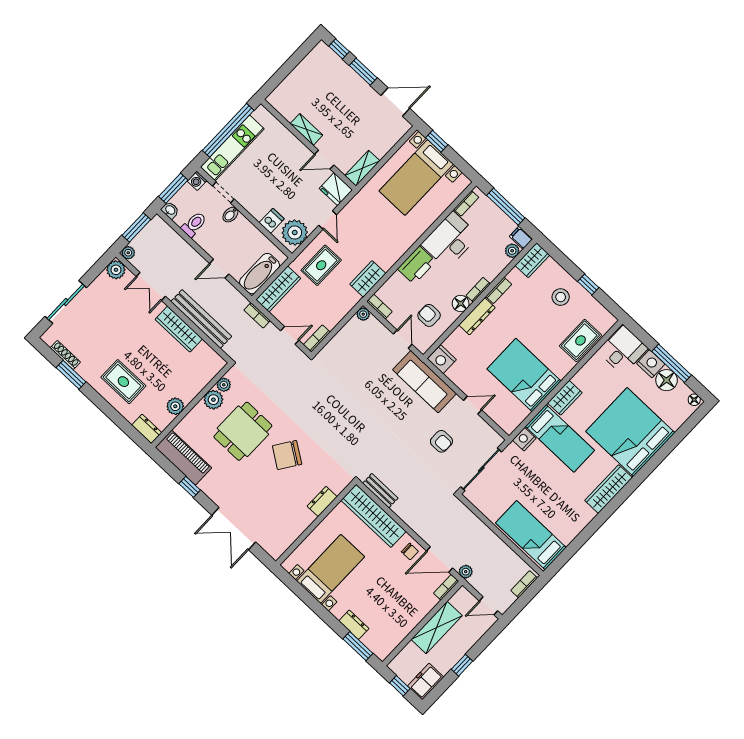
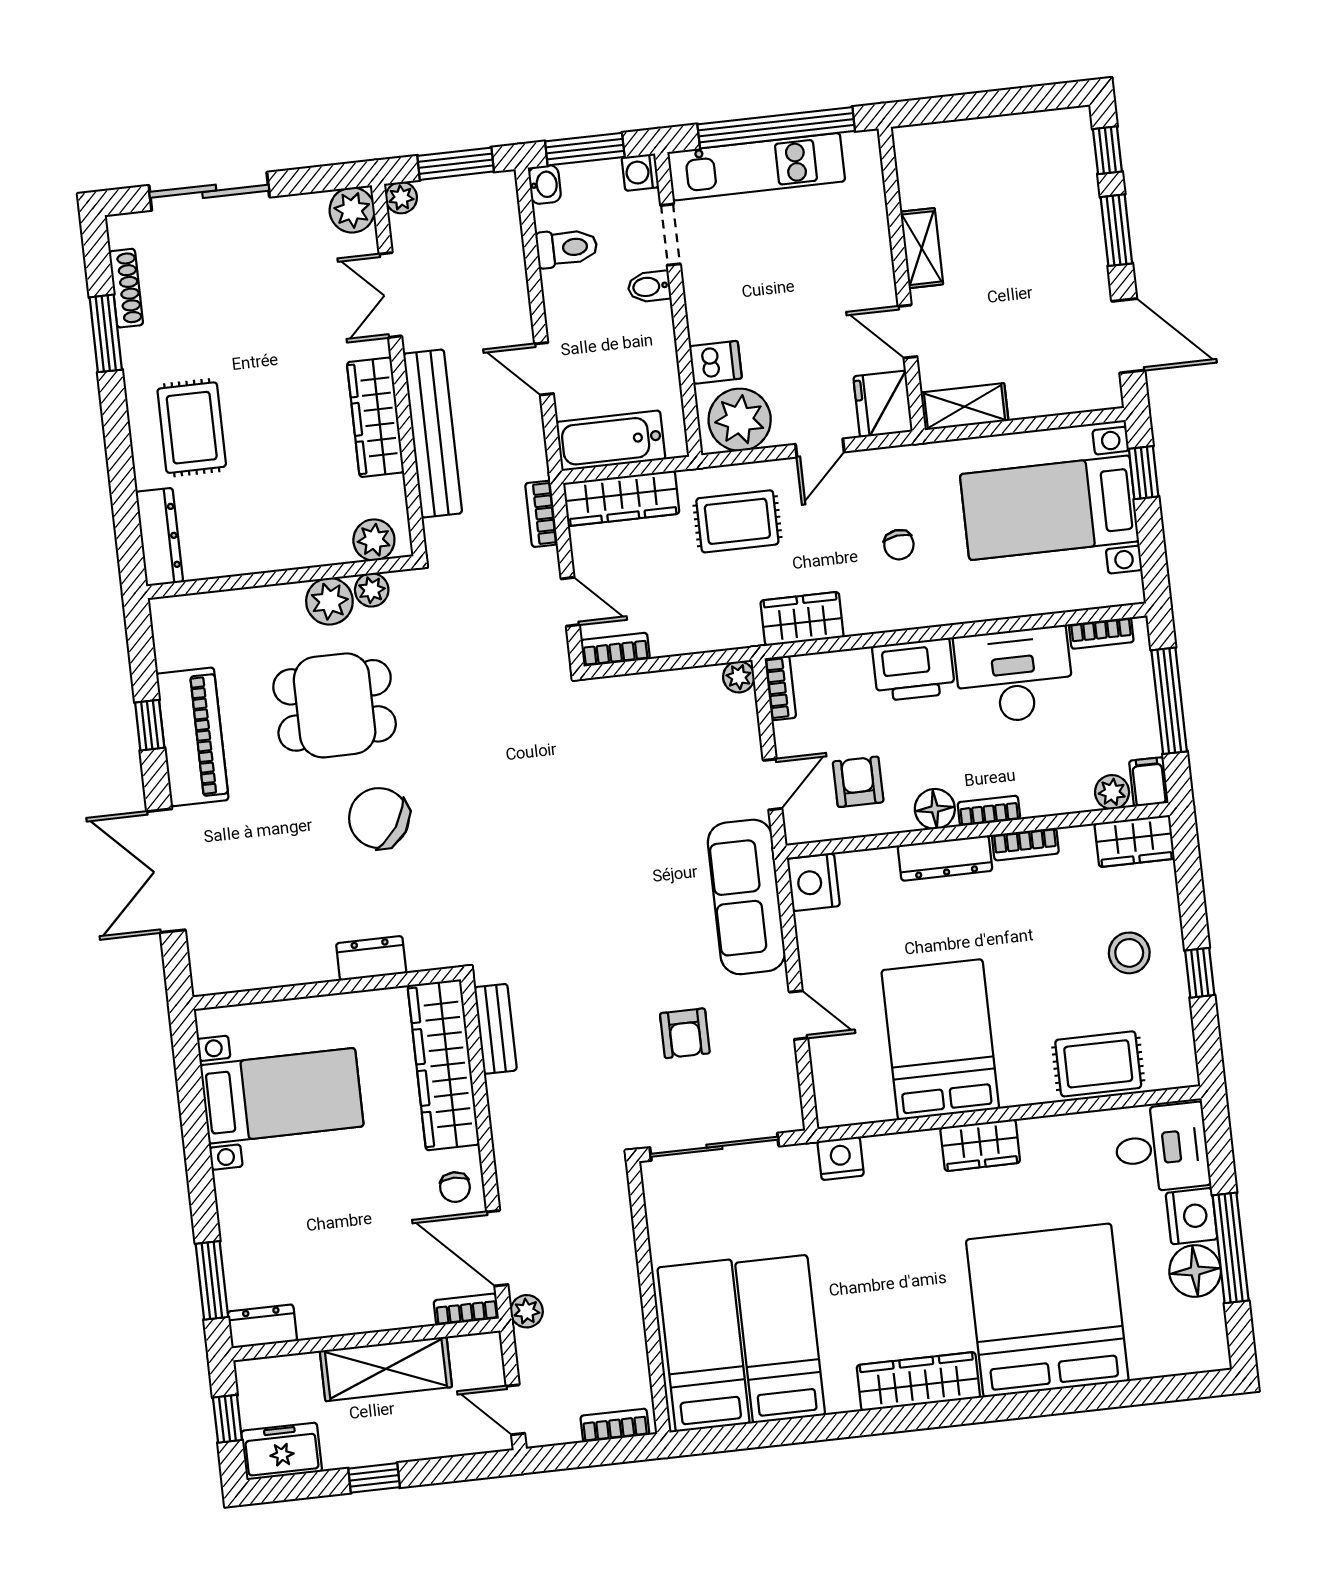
chair: (379, 229) -> (899, 545), added
floor lamp: (694, 400) -> (1216, 1350), removed
plant: (175, 406) -> (374, 540), moved
dresser: (147, 429) -> (159, 537), width x1.44
bed: (560, 438) -> (780, 1339), moved, turned 180
piano: (183, 458) -> (192, 737), moved
dresser: (354, 625) -> (262, 1326), moved, turned -90

